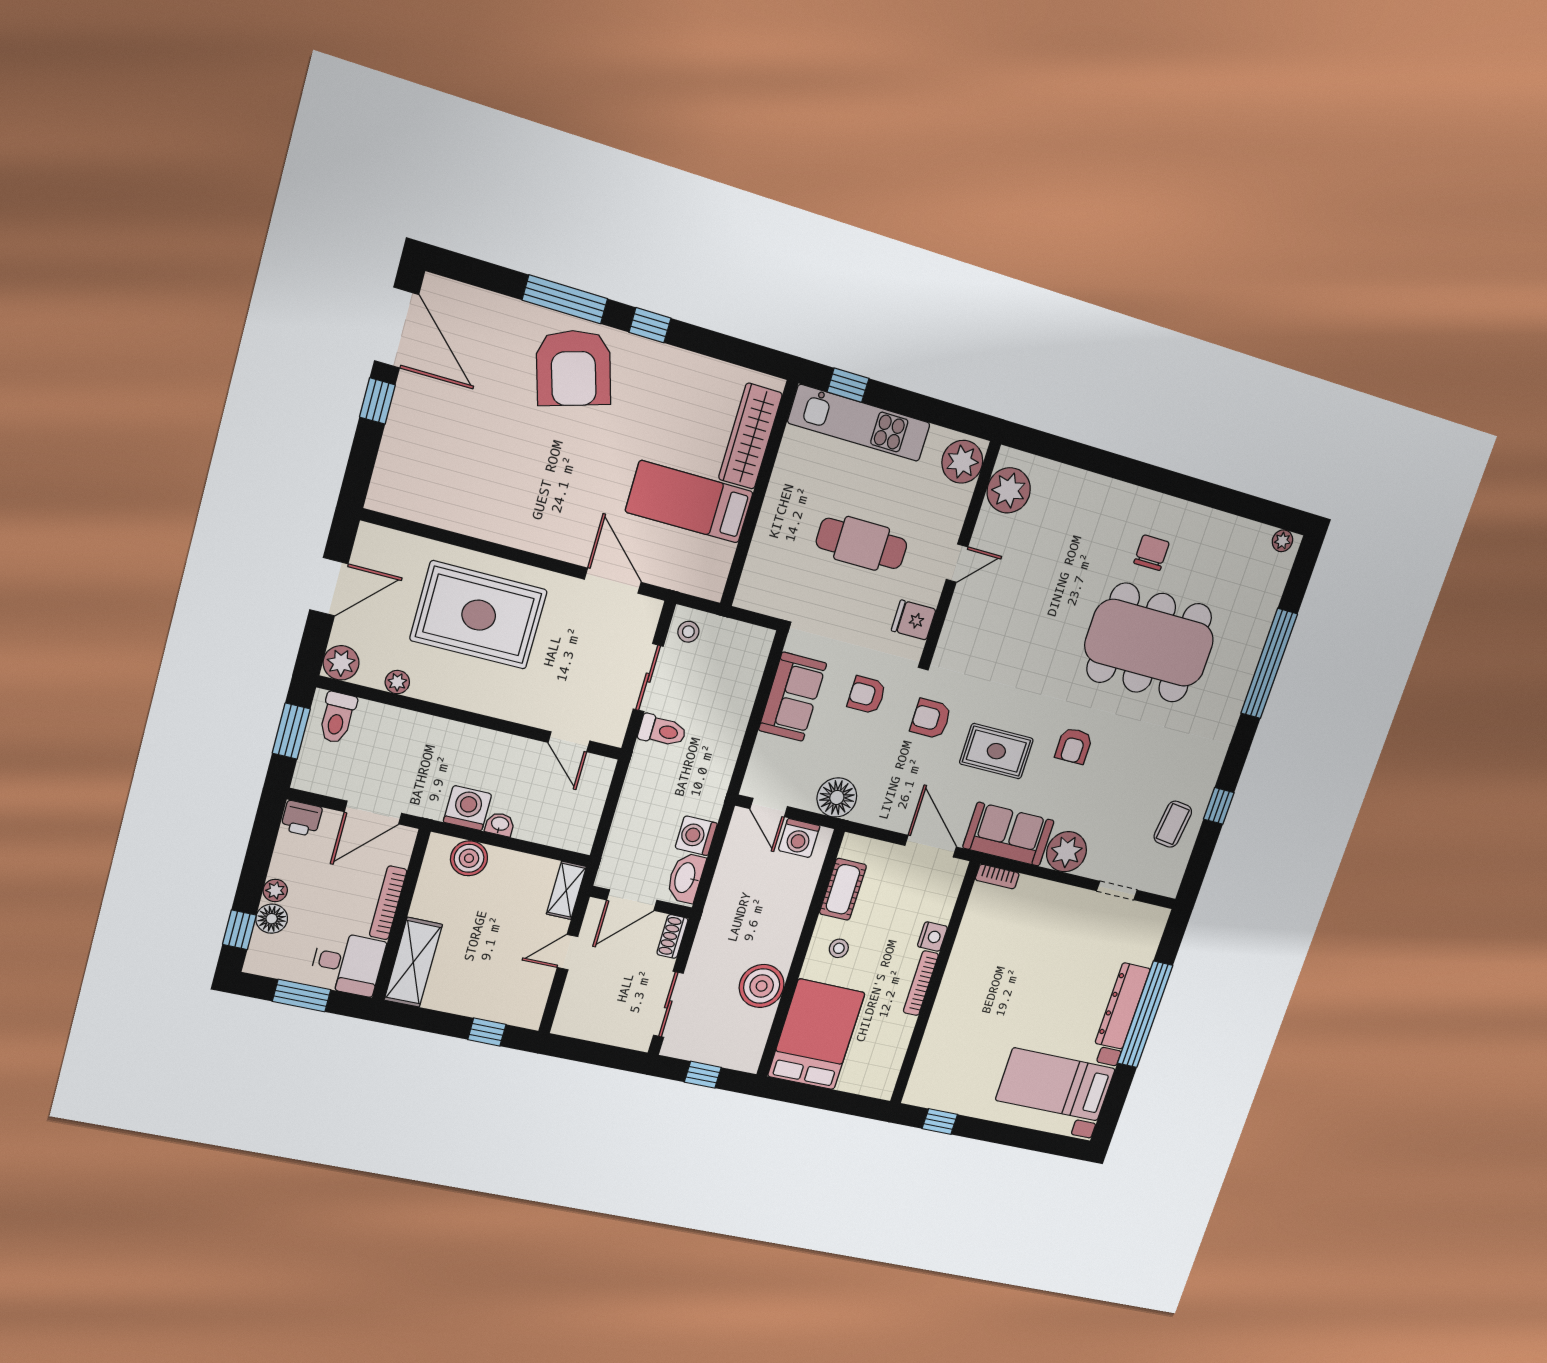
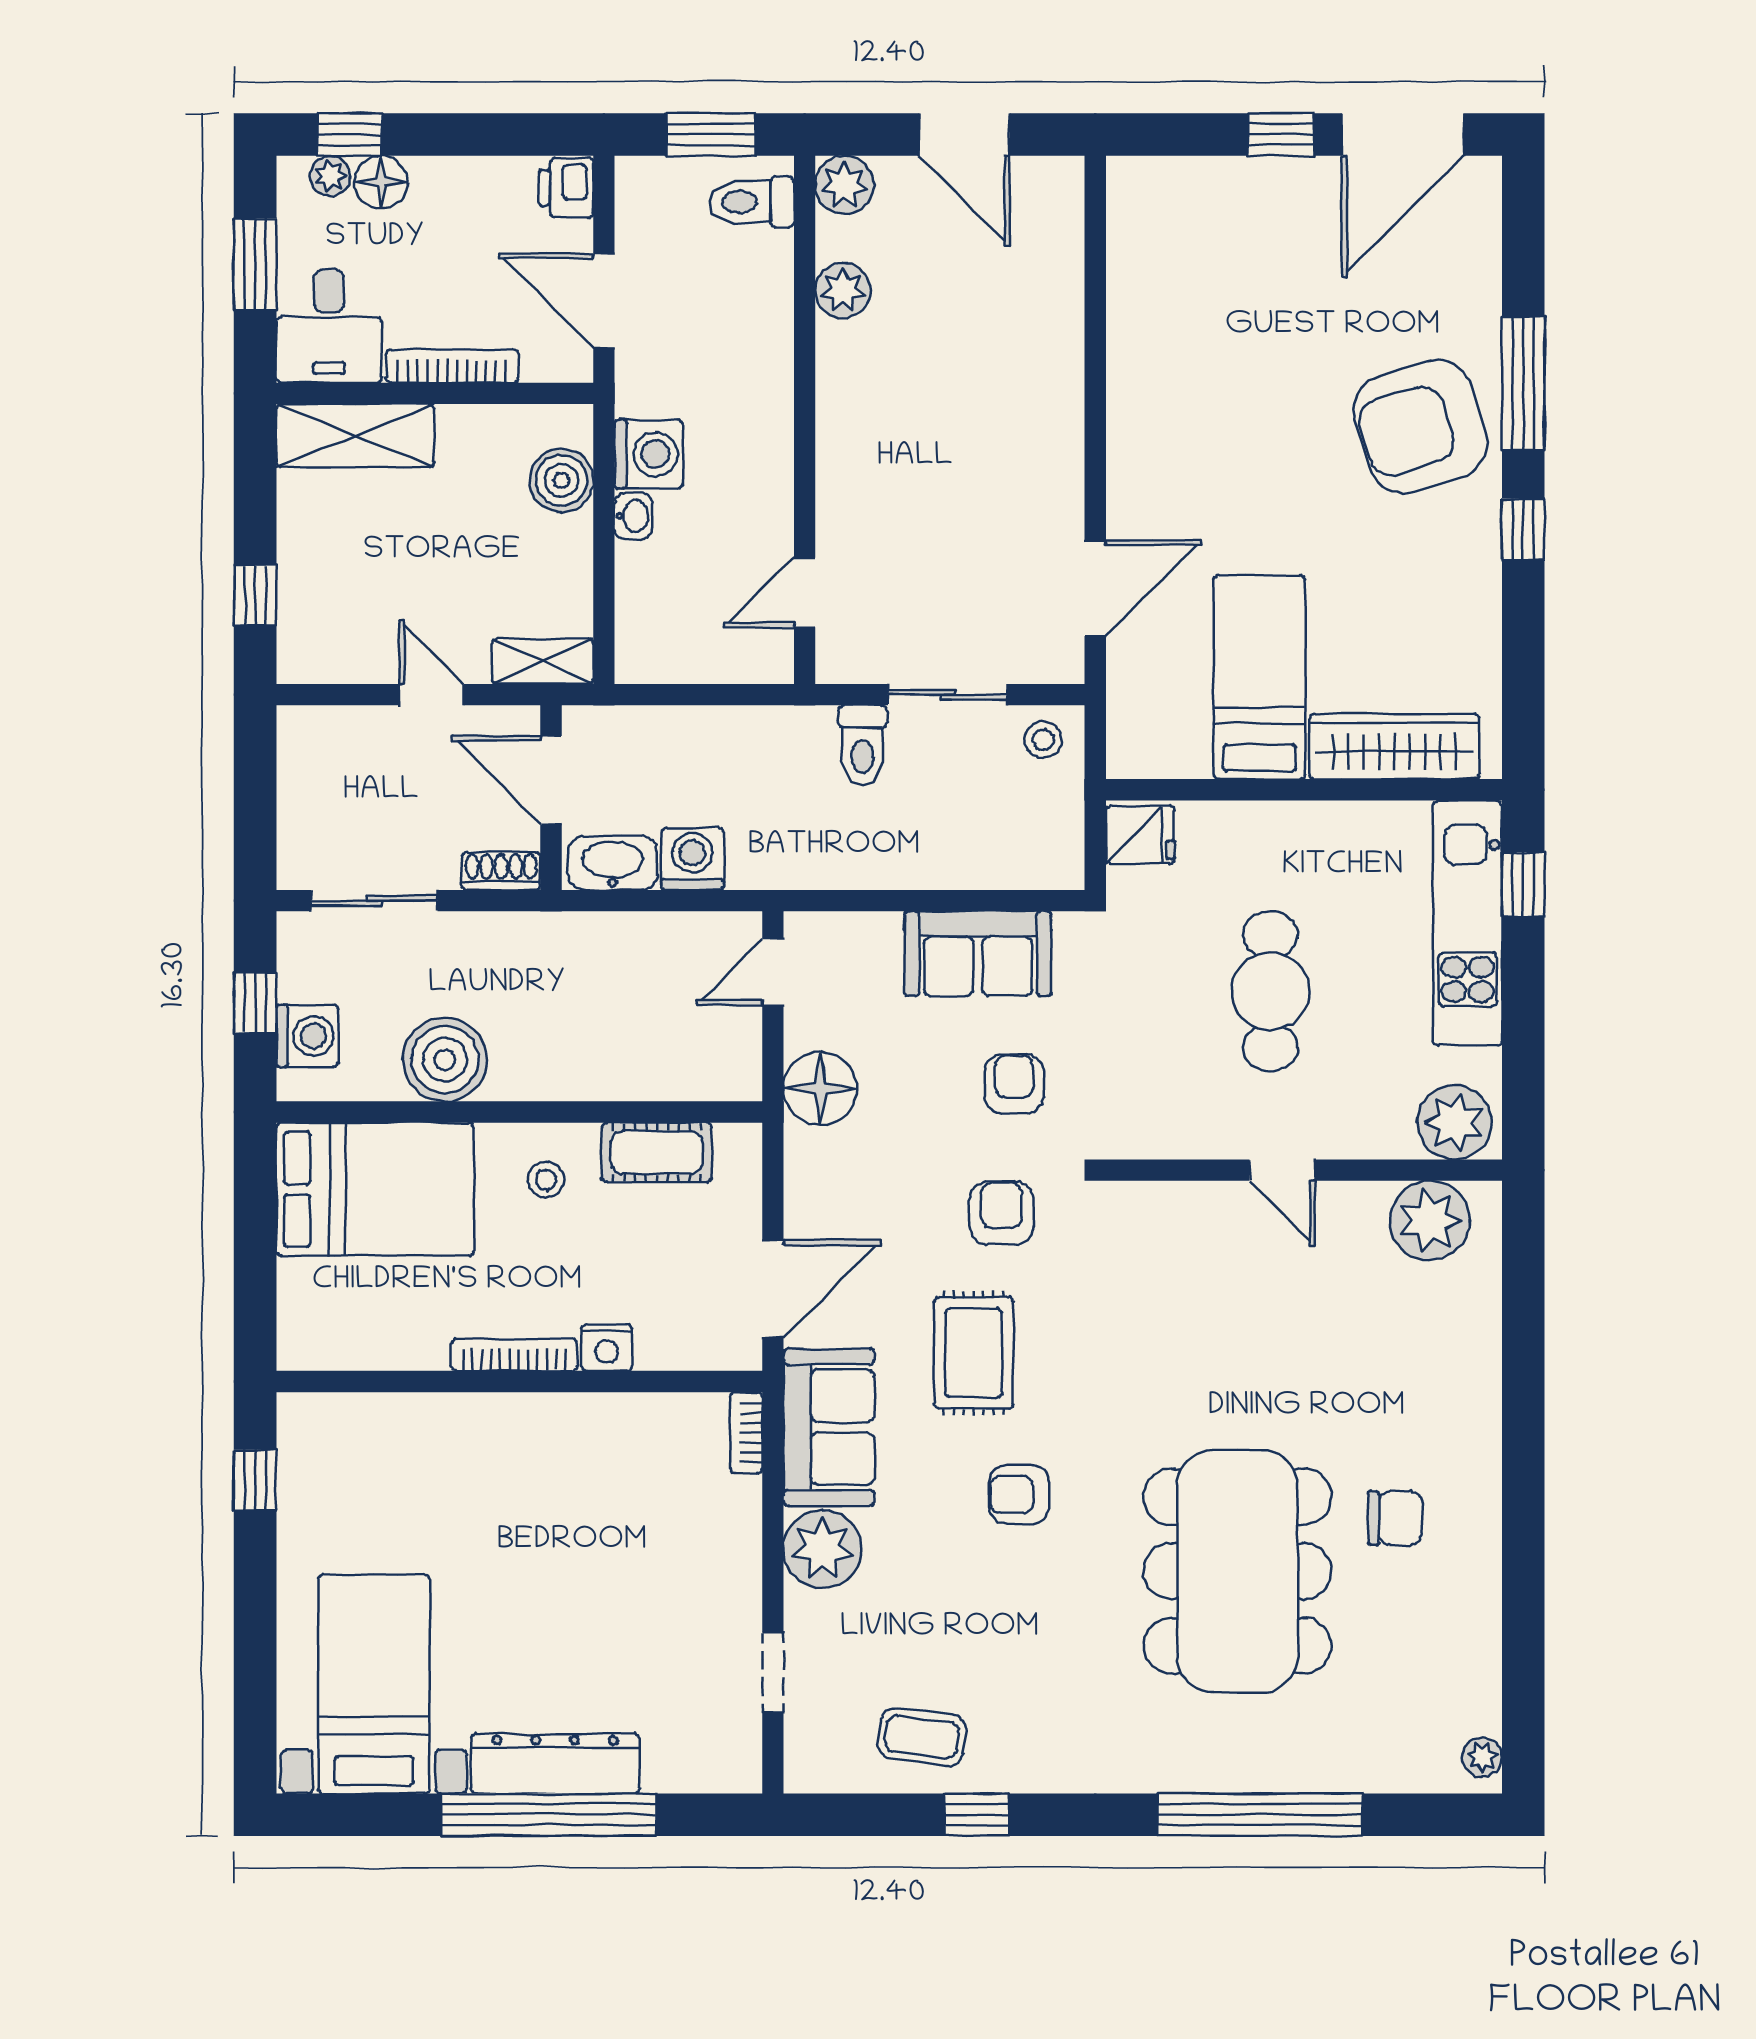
rug: (479, 615) -> (980, 384), removed
fridge: (914, 620) -> (1140, 835), moved, turned 90
plant: (397, 682) -> (843, 290), width x1.38, depth x1.38
washing machine: (799, 838) -> (307, 1036), moved, turned 180
plant: (275, 890) -> (330, 176), moved

